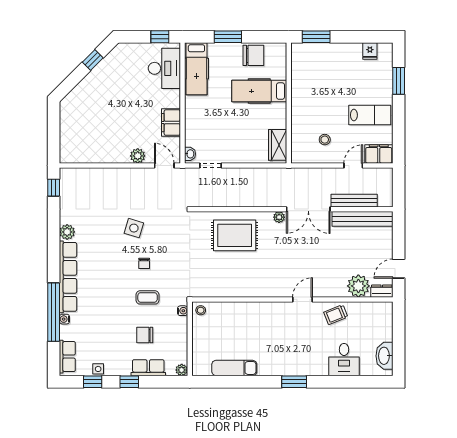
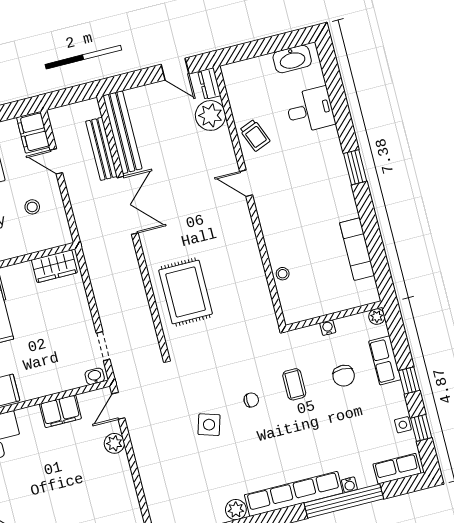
plant: (279, 217) -> (147, 240), removed
stool: (201, 310) -> (283, 274), moved
water cooler: (183, 311) -> (328, 328), moved

